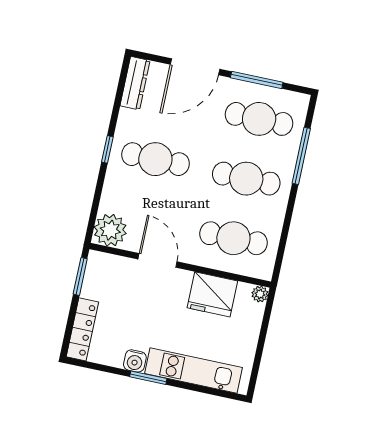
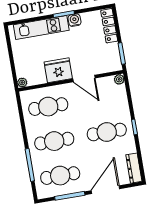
plant: (110, 230) -> (119, 79), width x0.53, depth x0.53
fridge: (212, 294) -> (58, 70), moved

